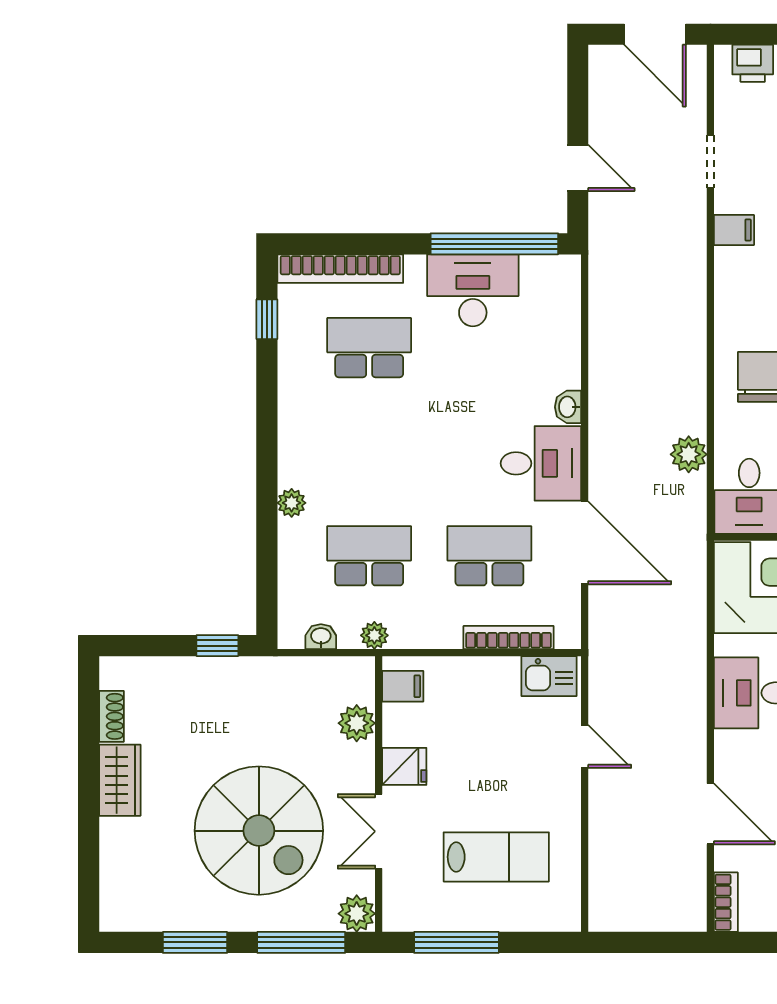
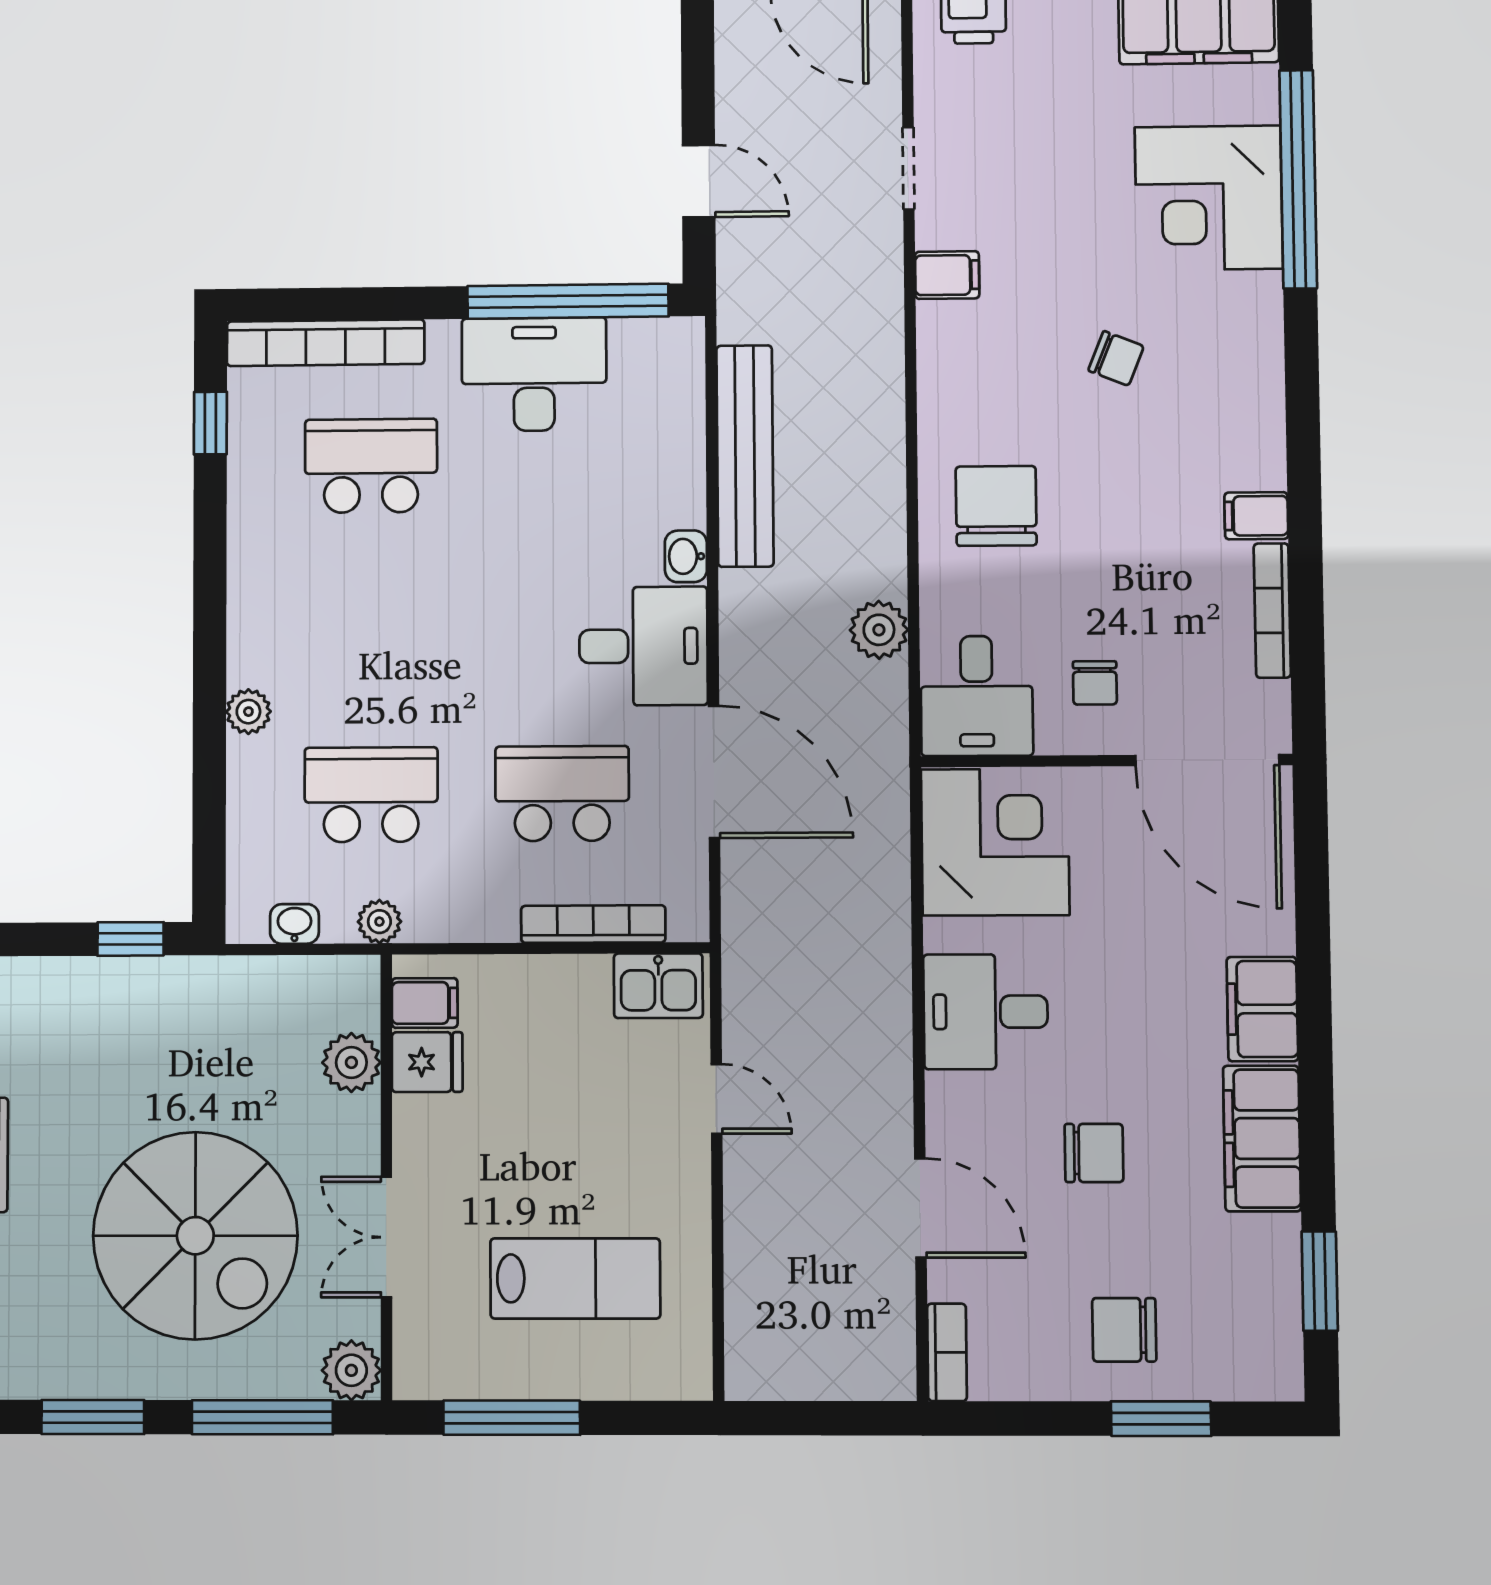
bench: (606, 344) -> (745, 456), added
fridge: (404, 766) -> (427, 1062), moved

